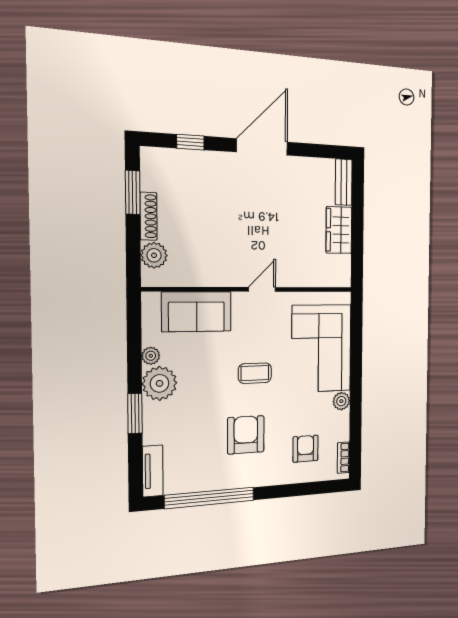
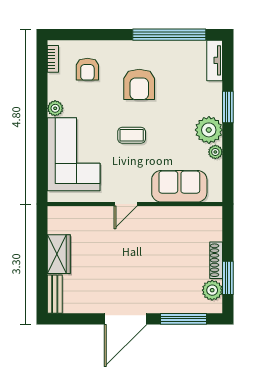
window: (190, 142) -> (184, 319), width x2.17
plant: (154, 255) -> (212, 290), moved

